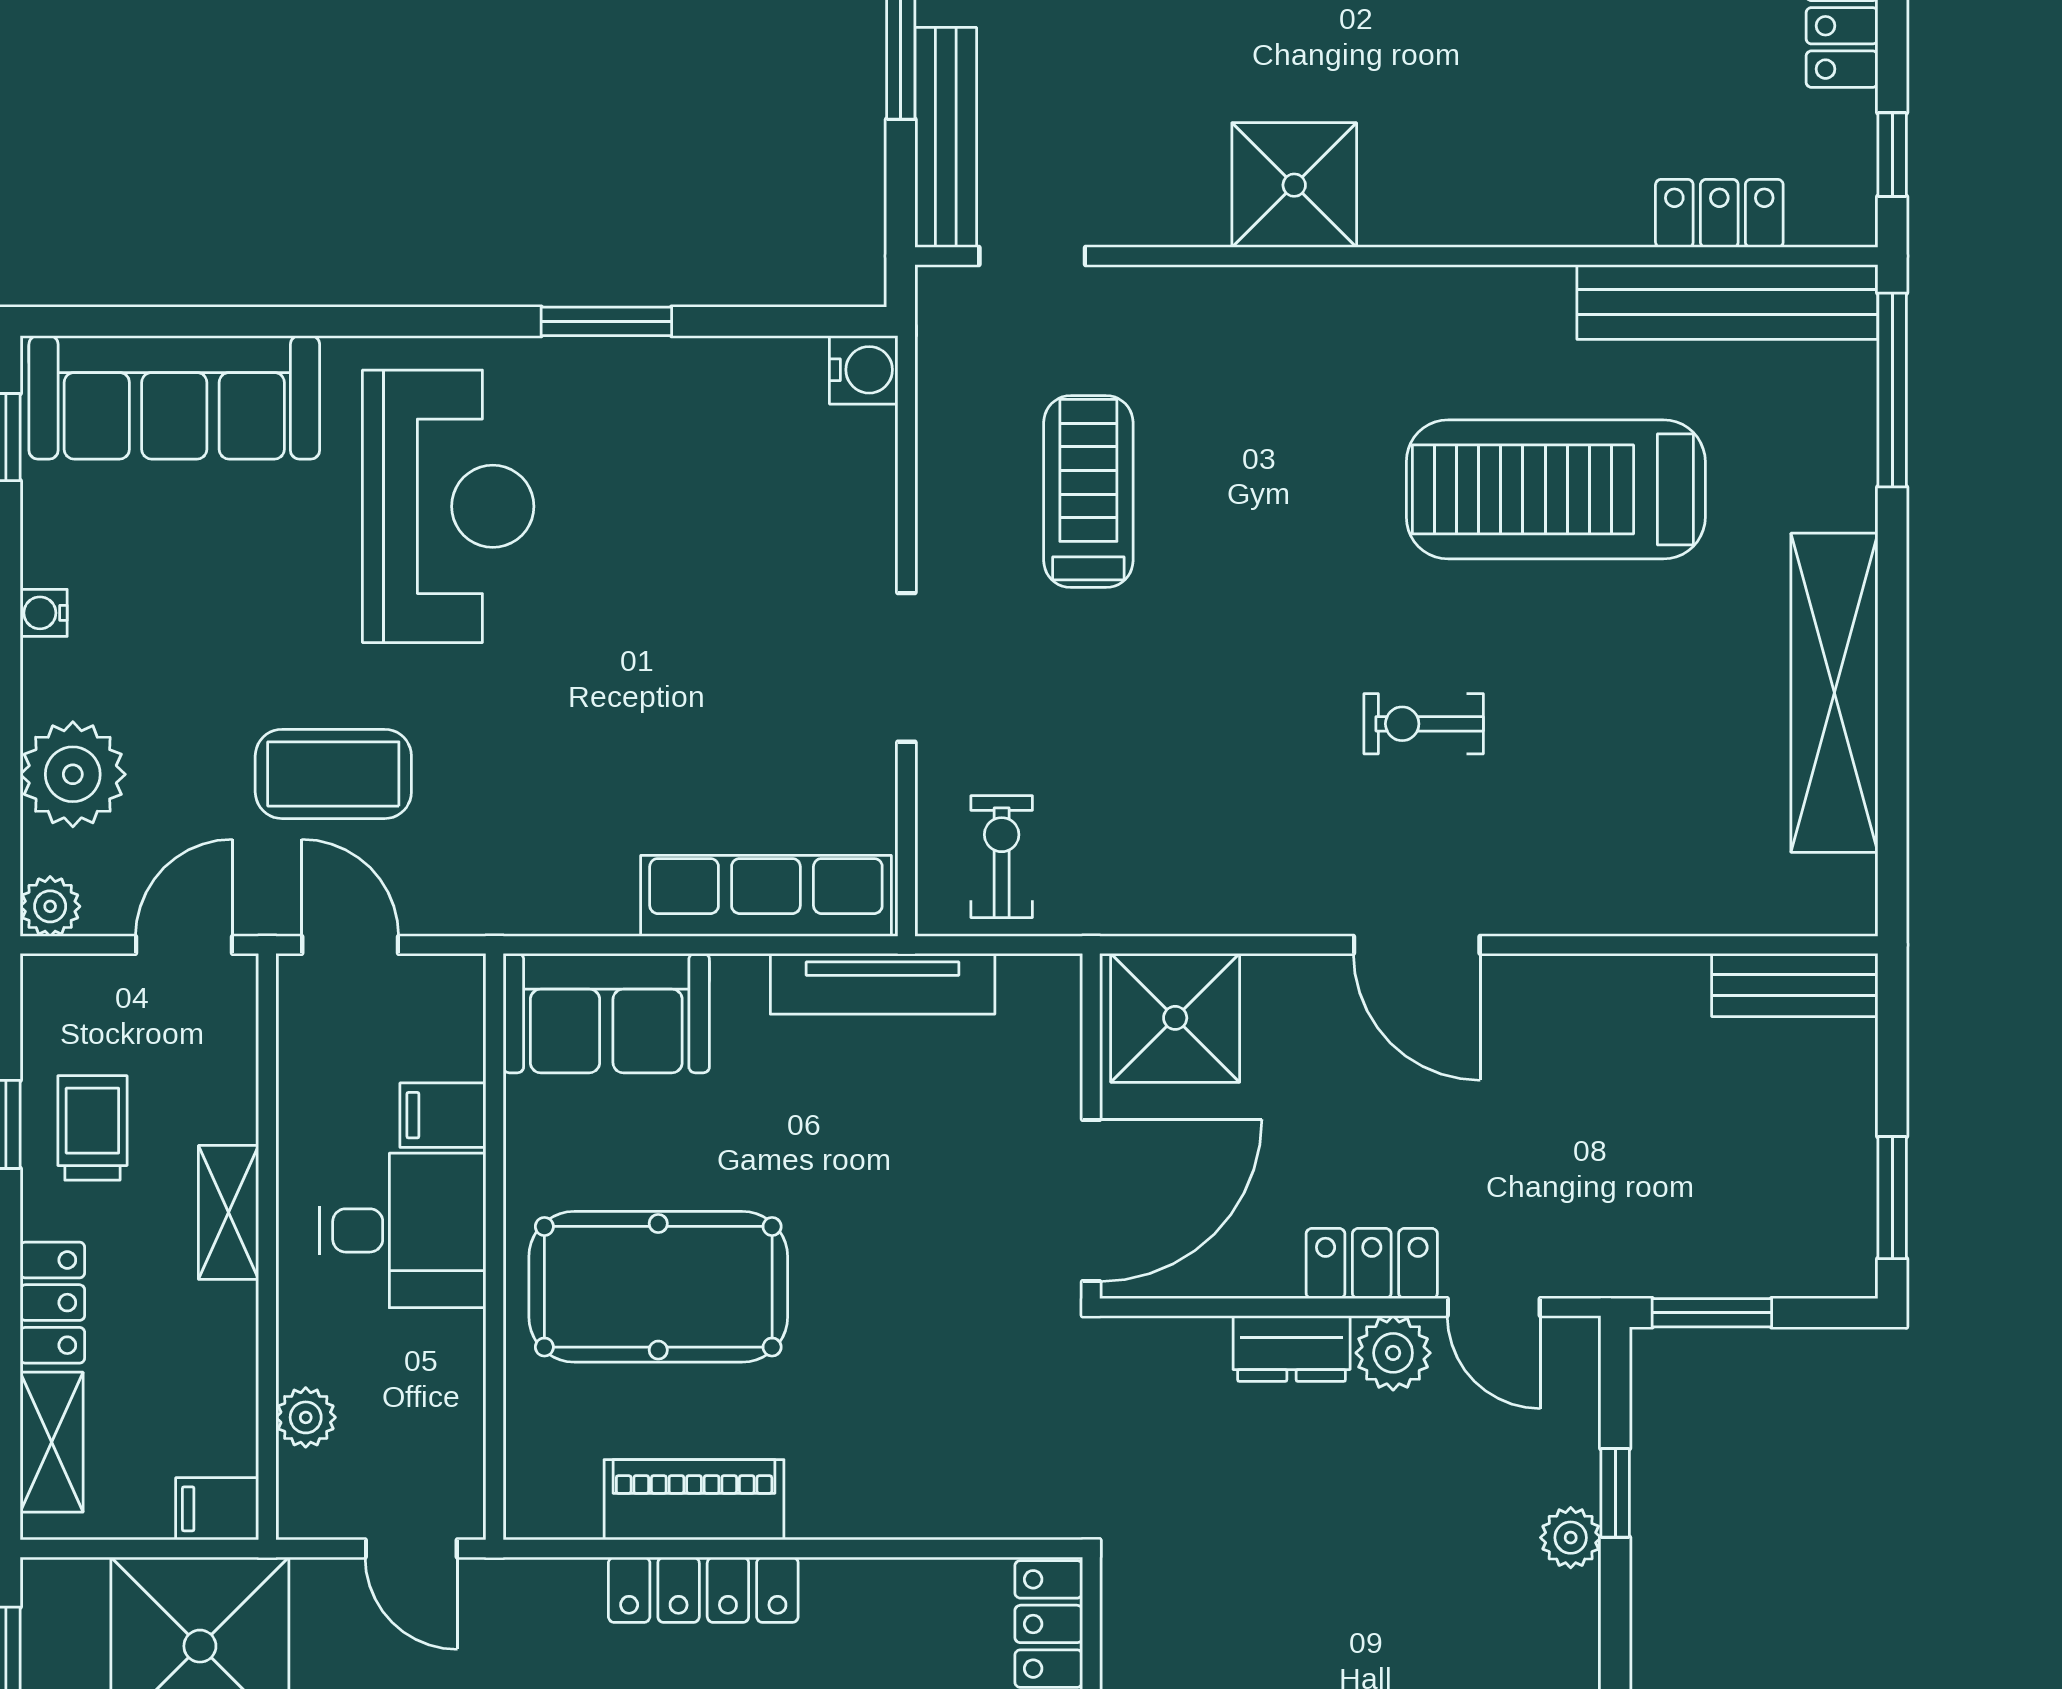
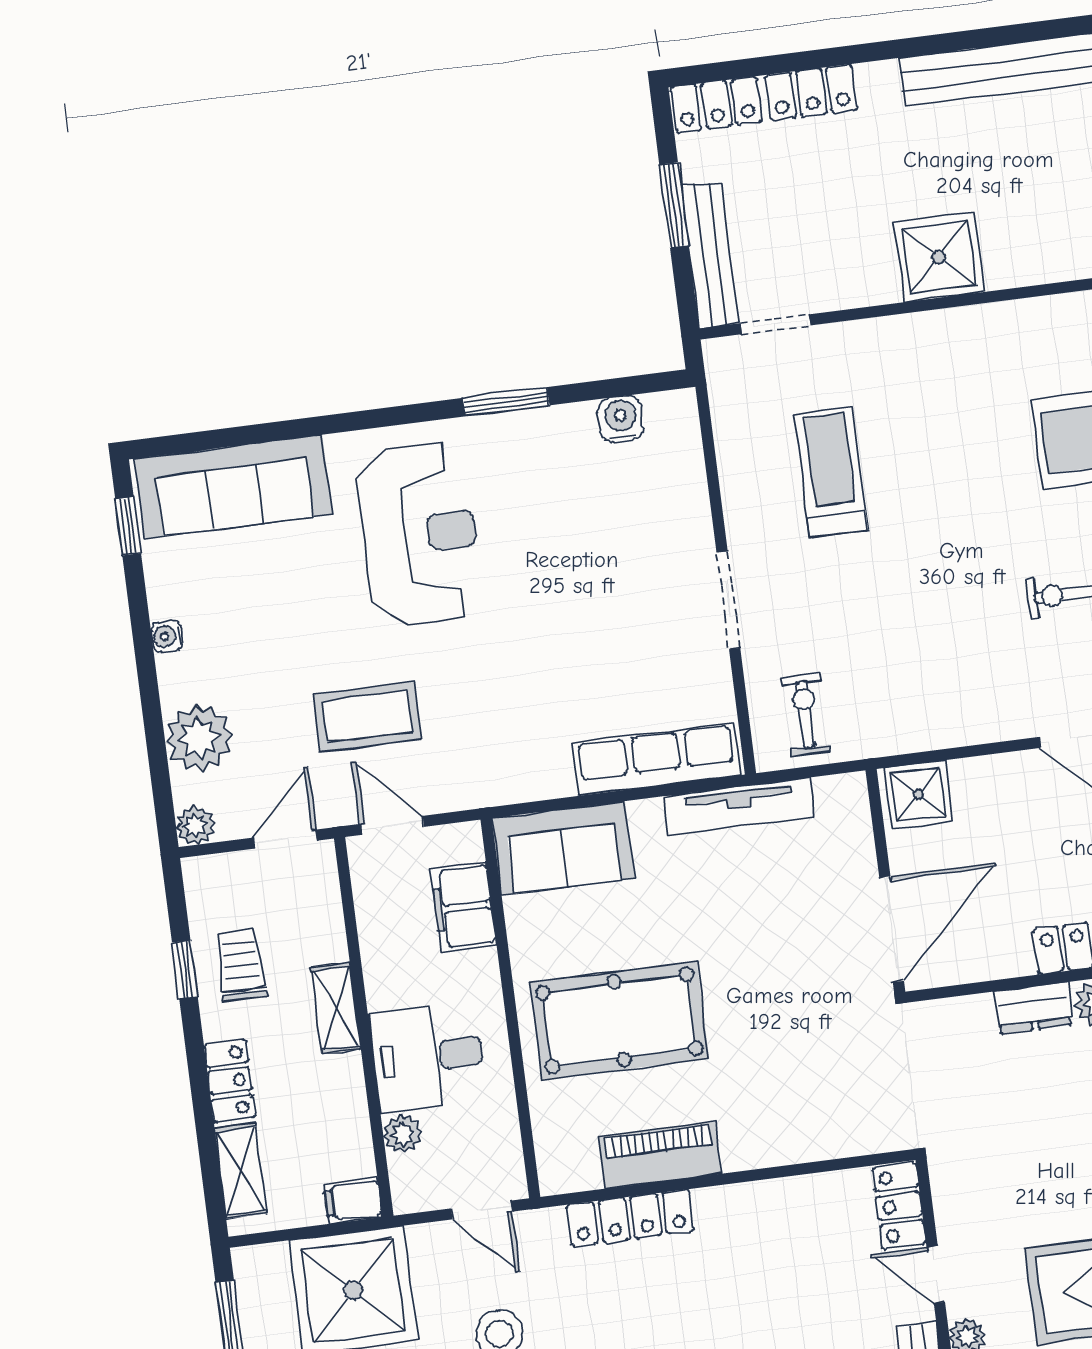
water cooler: (864, 370) -> (621, 419), moved, turned -90
shower: (1175, 1018) -> (918, 795), width x0.73, depth x0.73
filing cabinet: (443, 1115) -> (464, 907), width x2.00
desk: (403, 1230) -> (428, 1057), moved, turned 180
locker: (703, 1590) -> (630, 1218), moved

